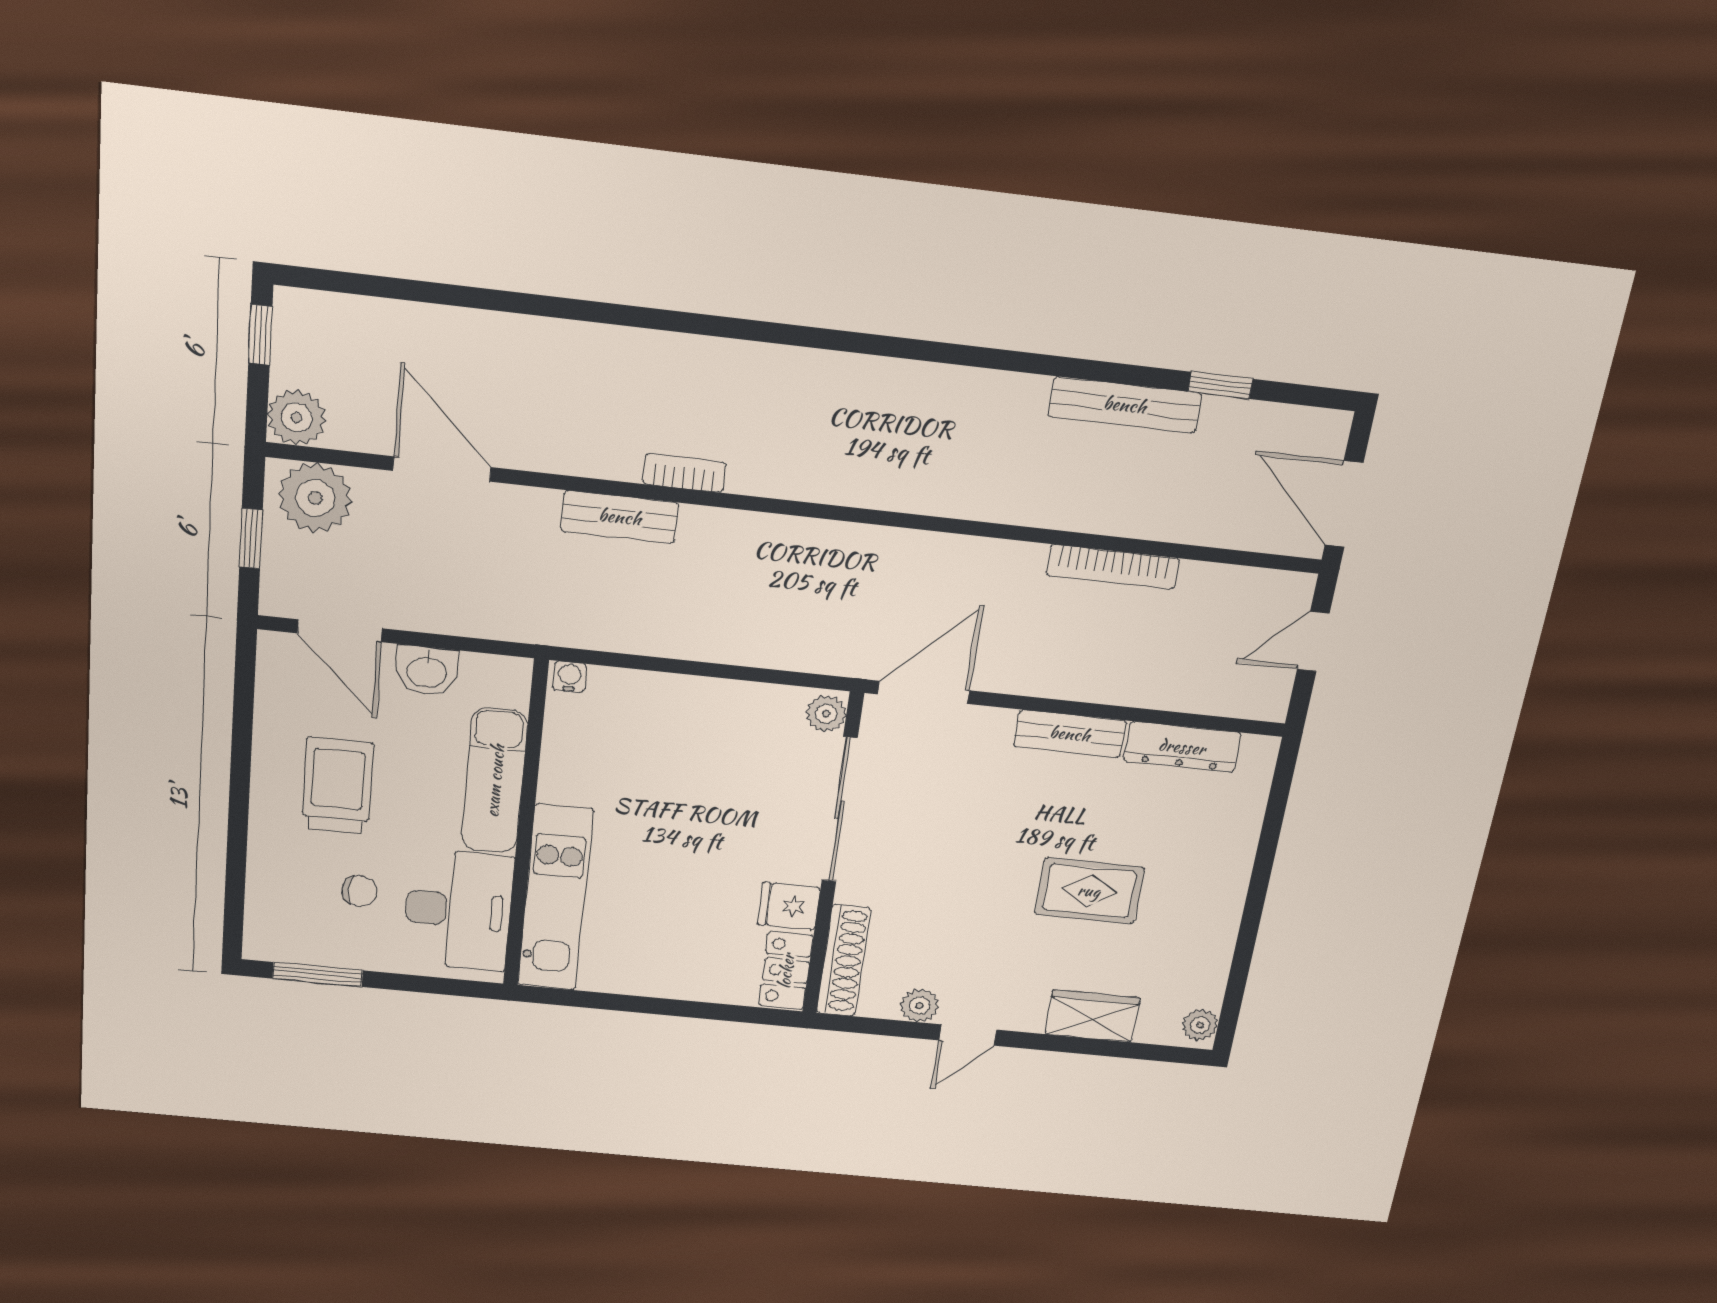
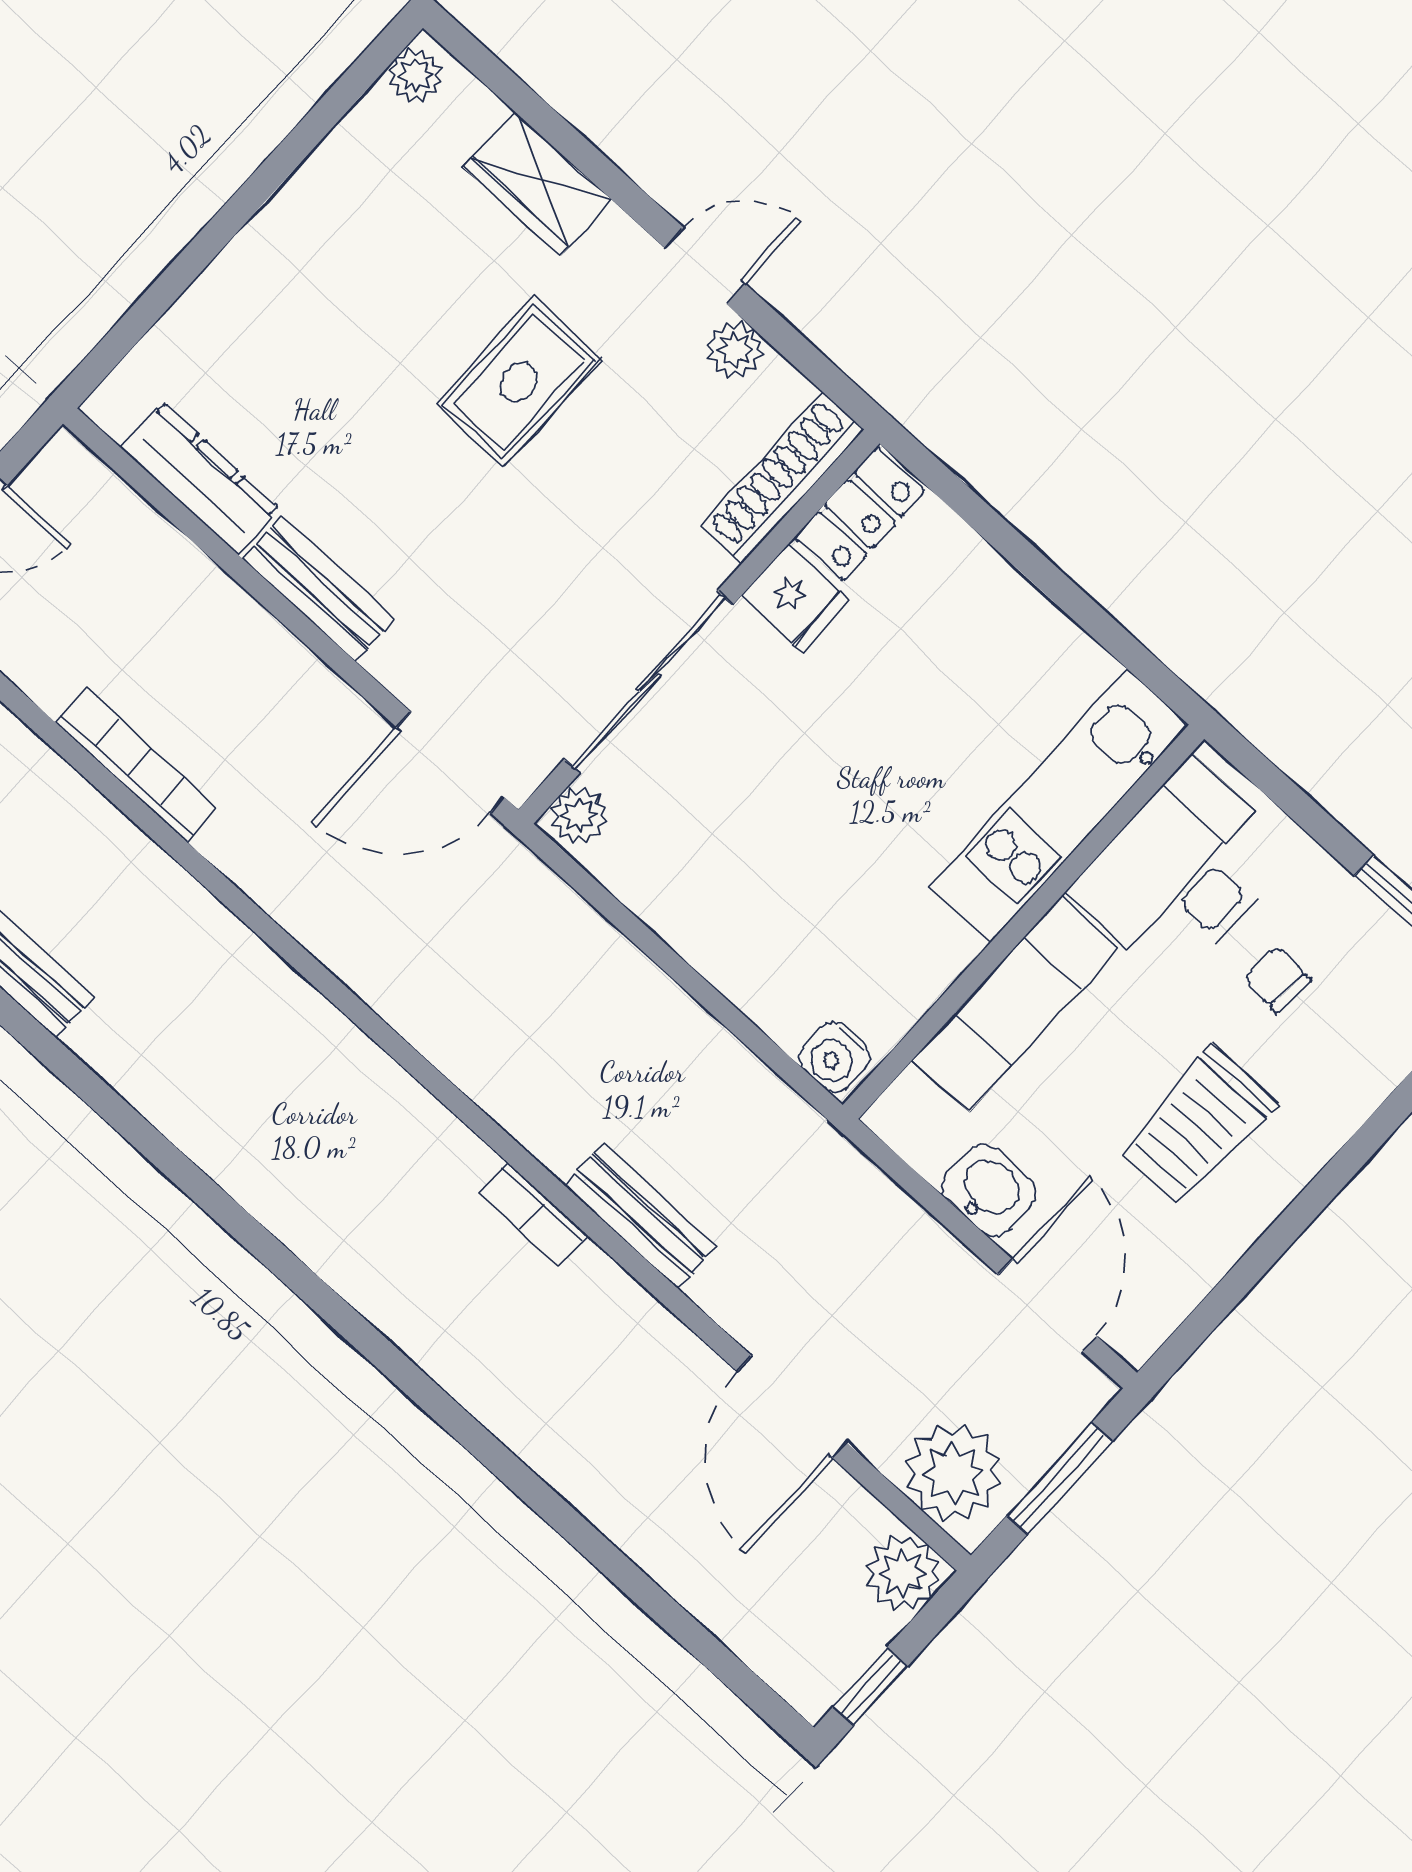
window: (251, 538) -> (1060, 1478), width x1.50
water cooler: (570, 677) -> (834, 1057), width x1.38, depth x1.38
rug: (1089, 891) -> (519, 382), moved, turned 90

